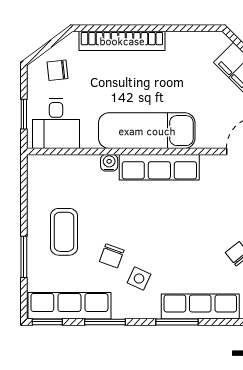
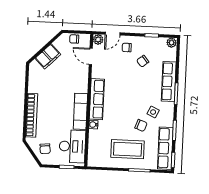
desk: (56, 123) -> (72, 146), width x1.37
exam couch: (147, 131) -> (80, 111), width x0.73, depth x0.69
coffee table: (64, 232) -> (128, 149), width x1.36, depth x1.32

